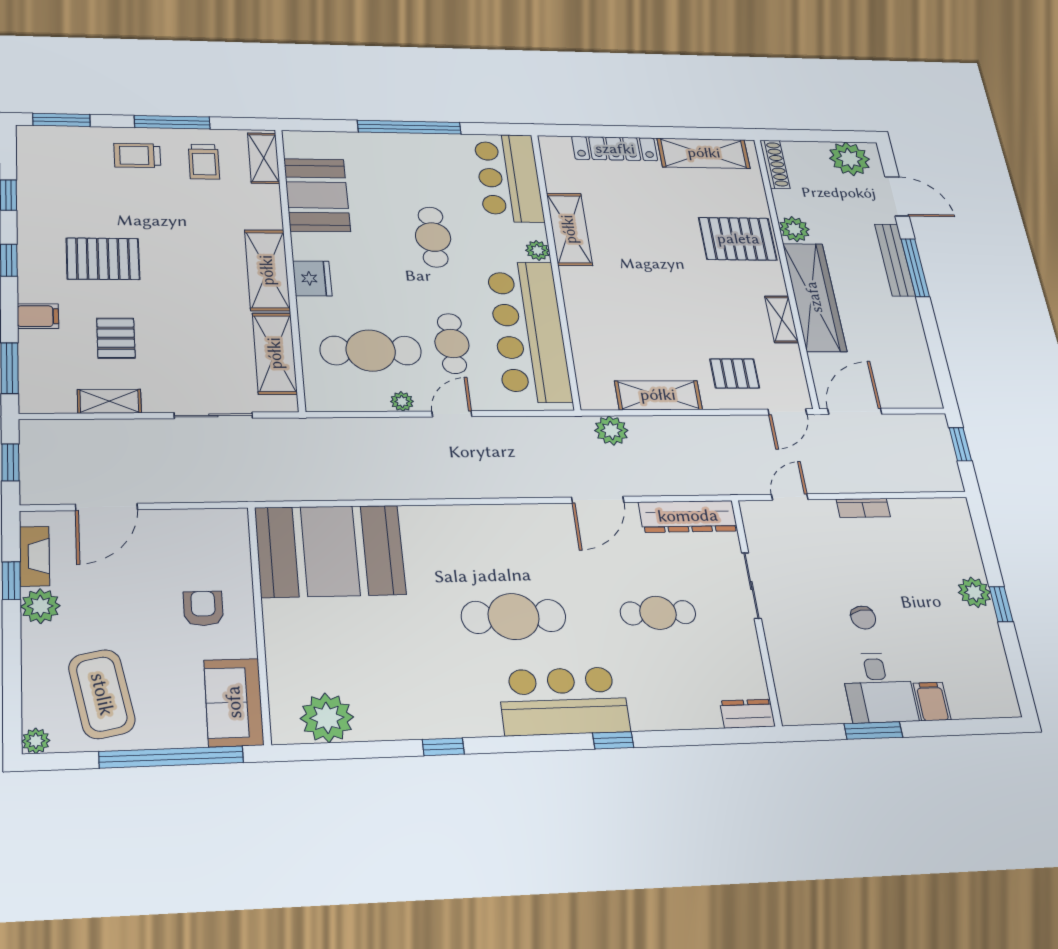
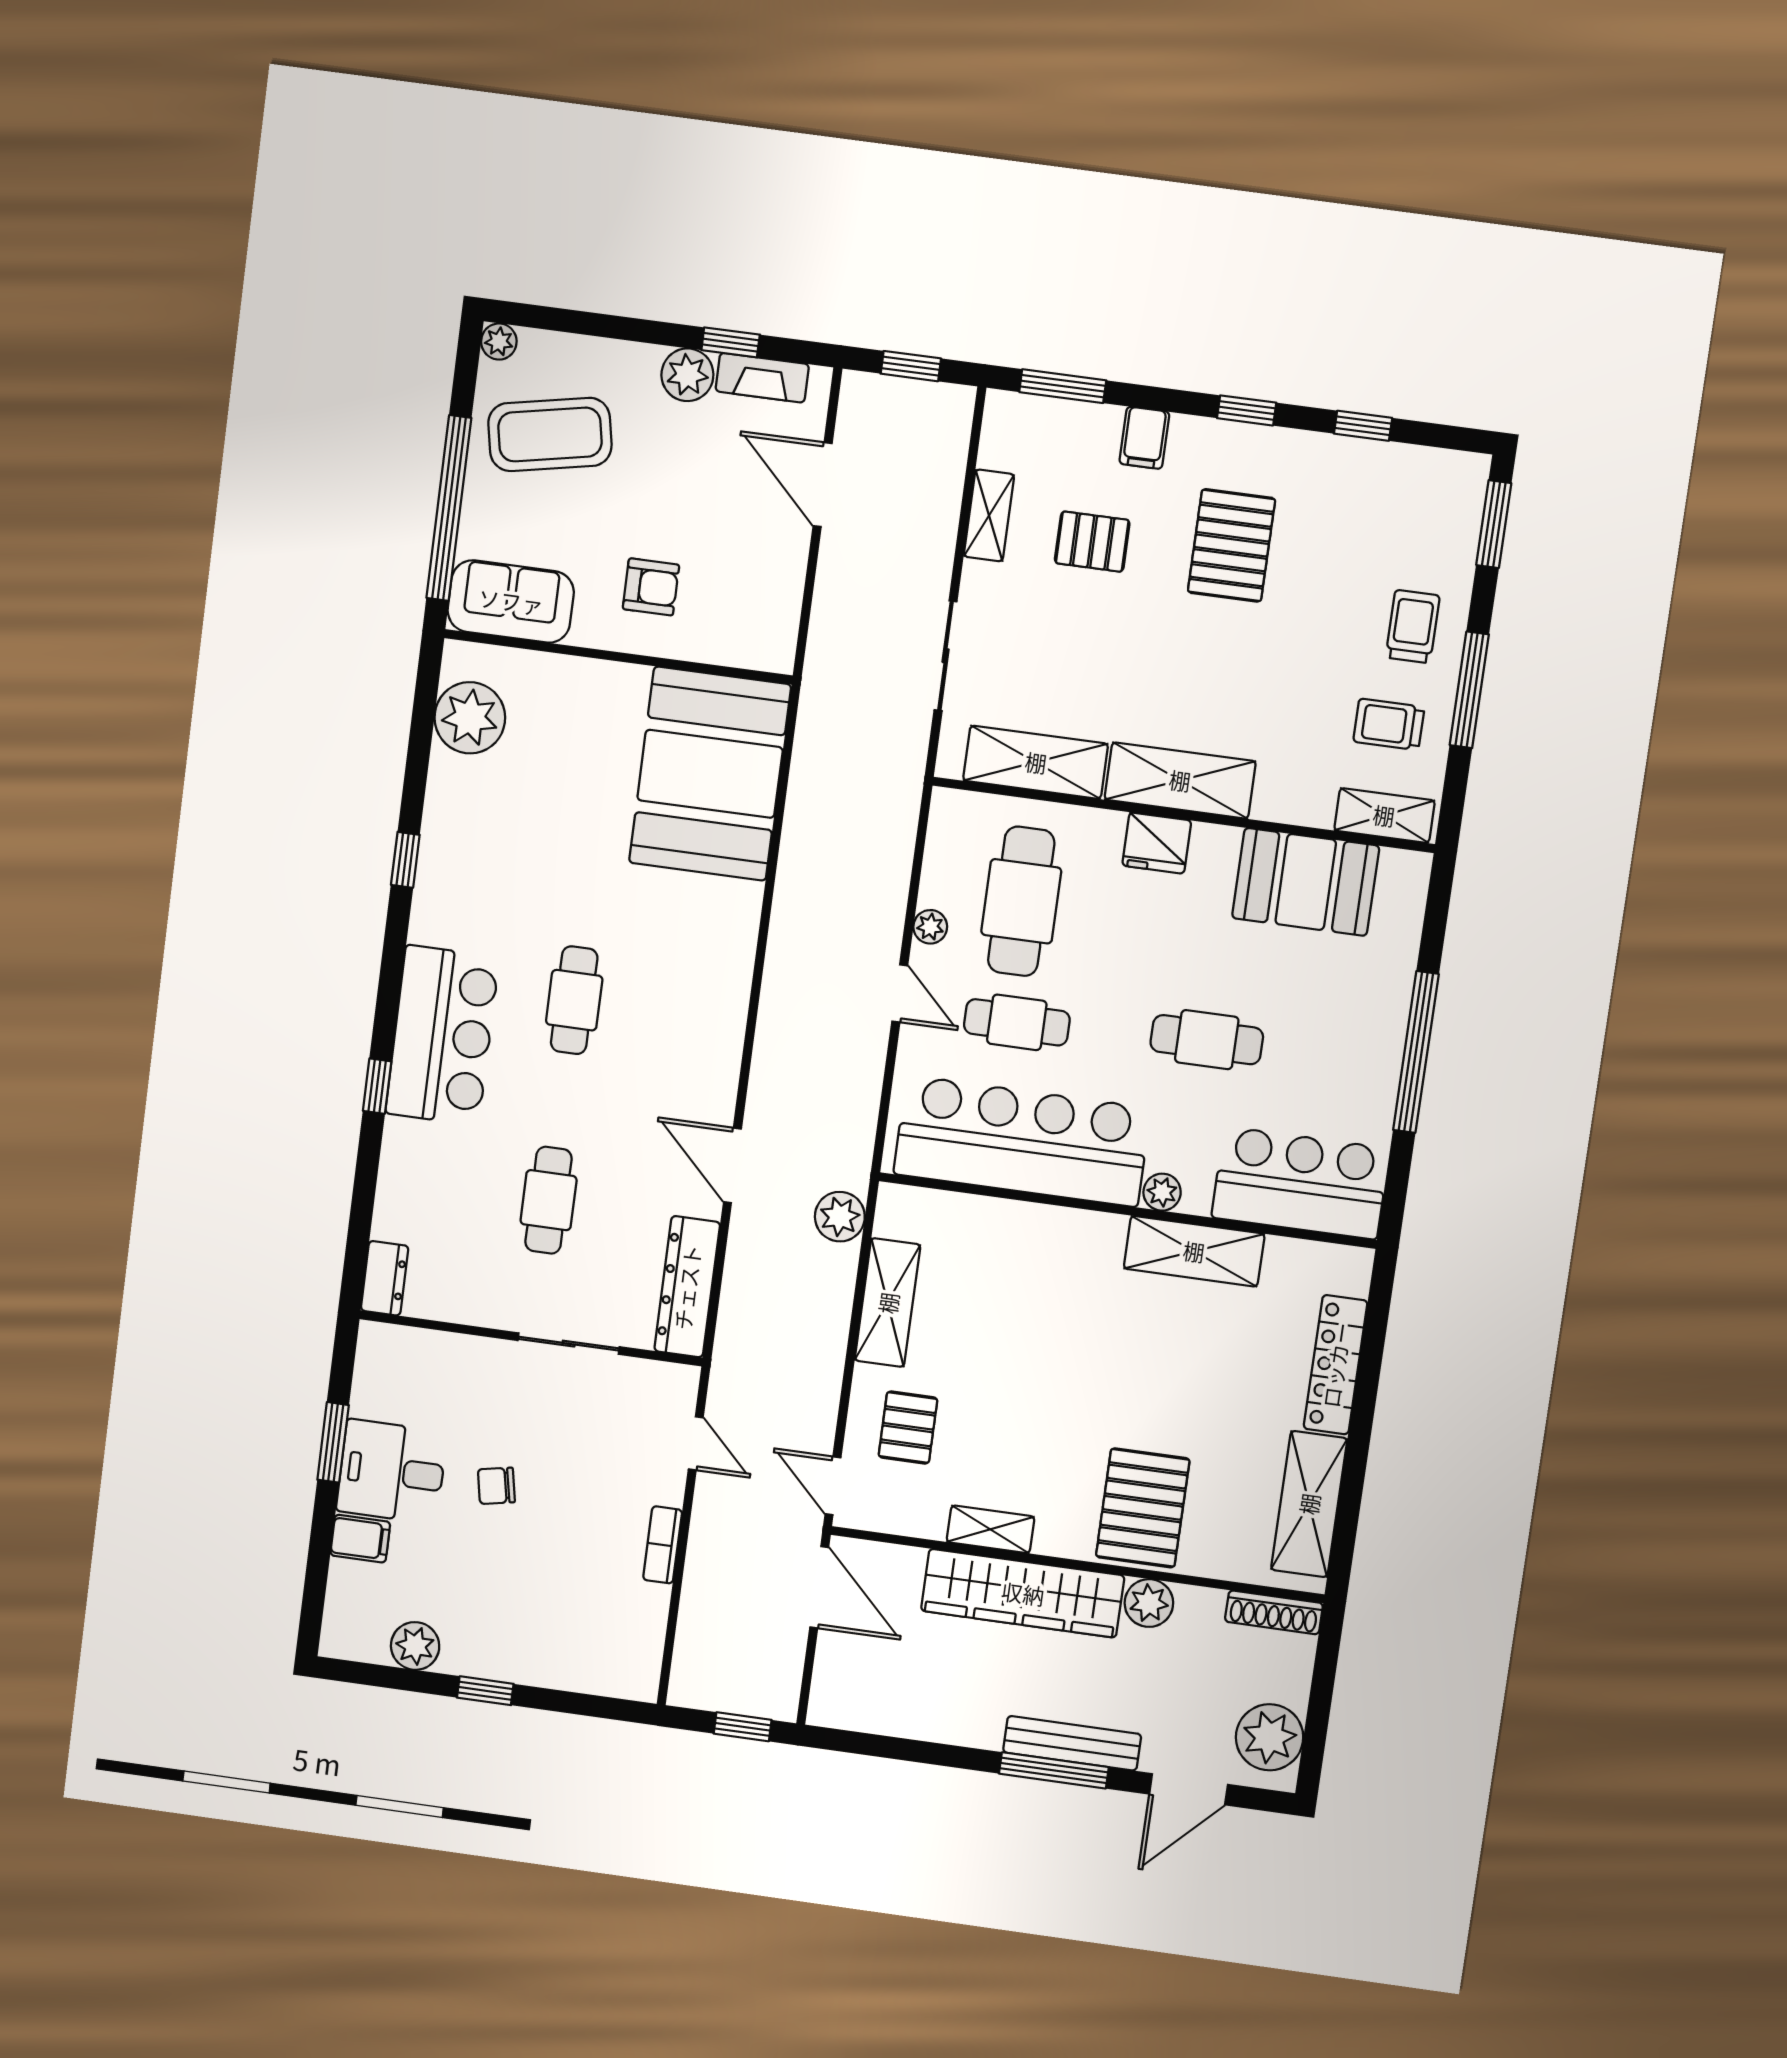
plant: (974, 592) -> (415, 1646), moved
cafe table: (514, 616) -> (574, 1000), width x0.73, depth x0.74

